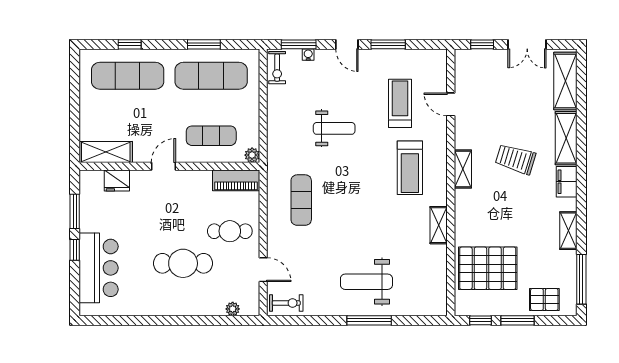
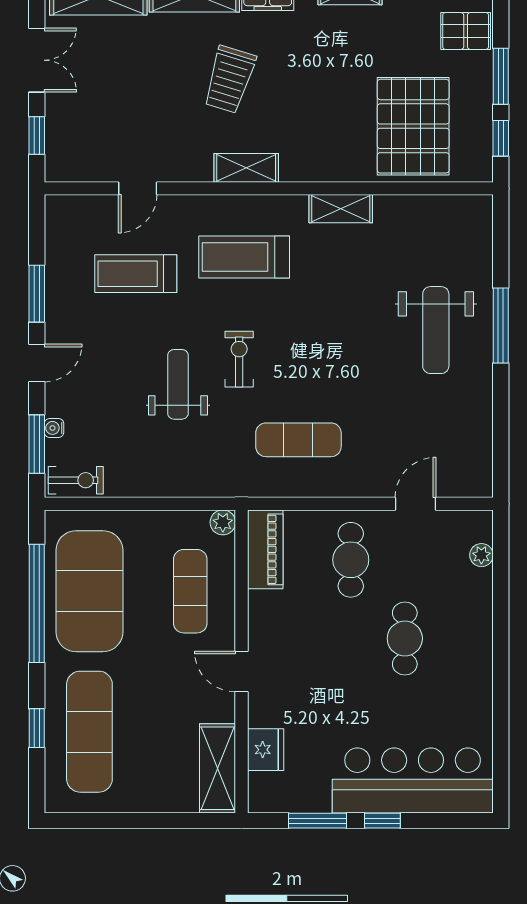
window: (204, 44) -> (37, 603), width x2.11
exercise mat: (211, 76) -> (89, 591), width x1.47
treadmill: (410, 168) -> (244, 257), turned 180
cafe table: (183, 263) -> (405, 638), width x0.73, depth x0.74
bar counter: (99, 268) -> (413, 780), width x1.36
pallet: (544, 299) -> (466, 31), turned 90
exercise bike: (286, 303) -> (239, 359), moved

